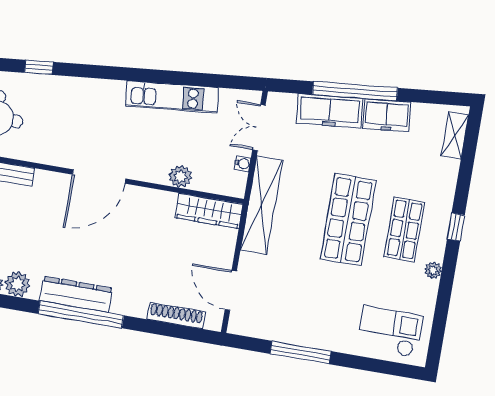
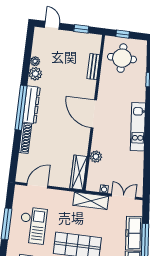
kitchen unit: (172, 97) -> (138, 127), moved
shelving: (261, 205) -> (91, 201), width x0.68
checkout: (306, 302) -> (33, 225), added
shoe rack: (176, 316) -> (25, 138), moved

